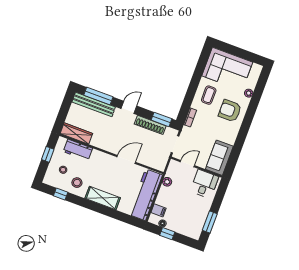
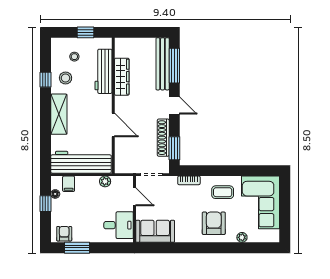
wardrobe: (76, 133) -> (122, 77), moved
workbench: (78, 150) -> (104, 71), width x1.38
window: (61, 194) -> (45, 80), moved
armchair: (195, 228) -> (64, 234), added

